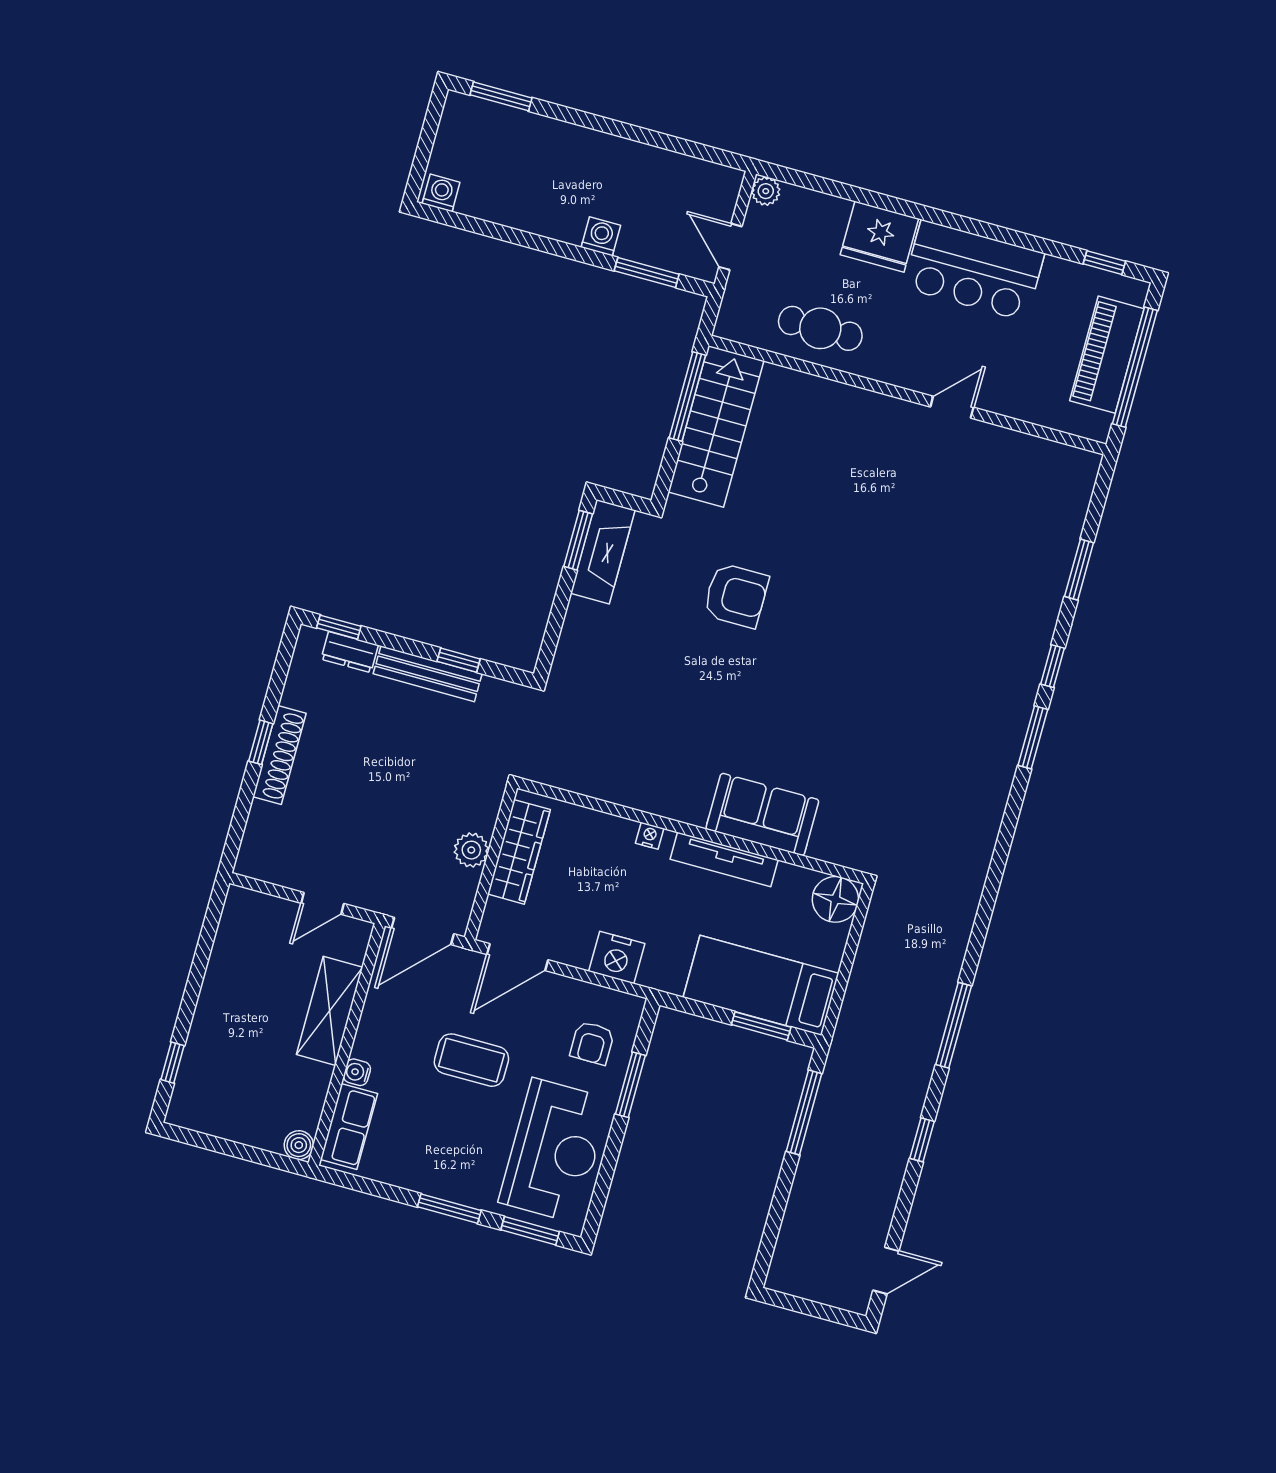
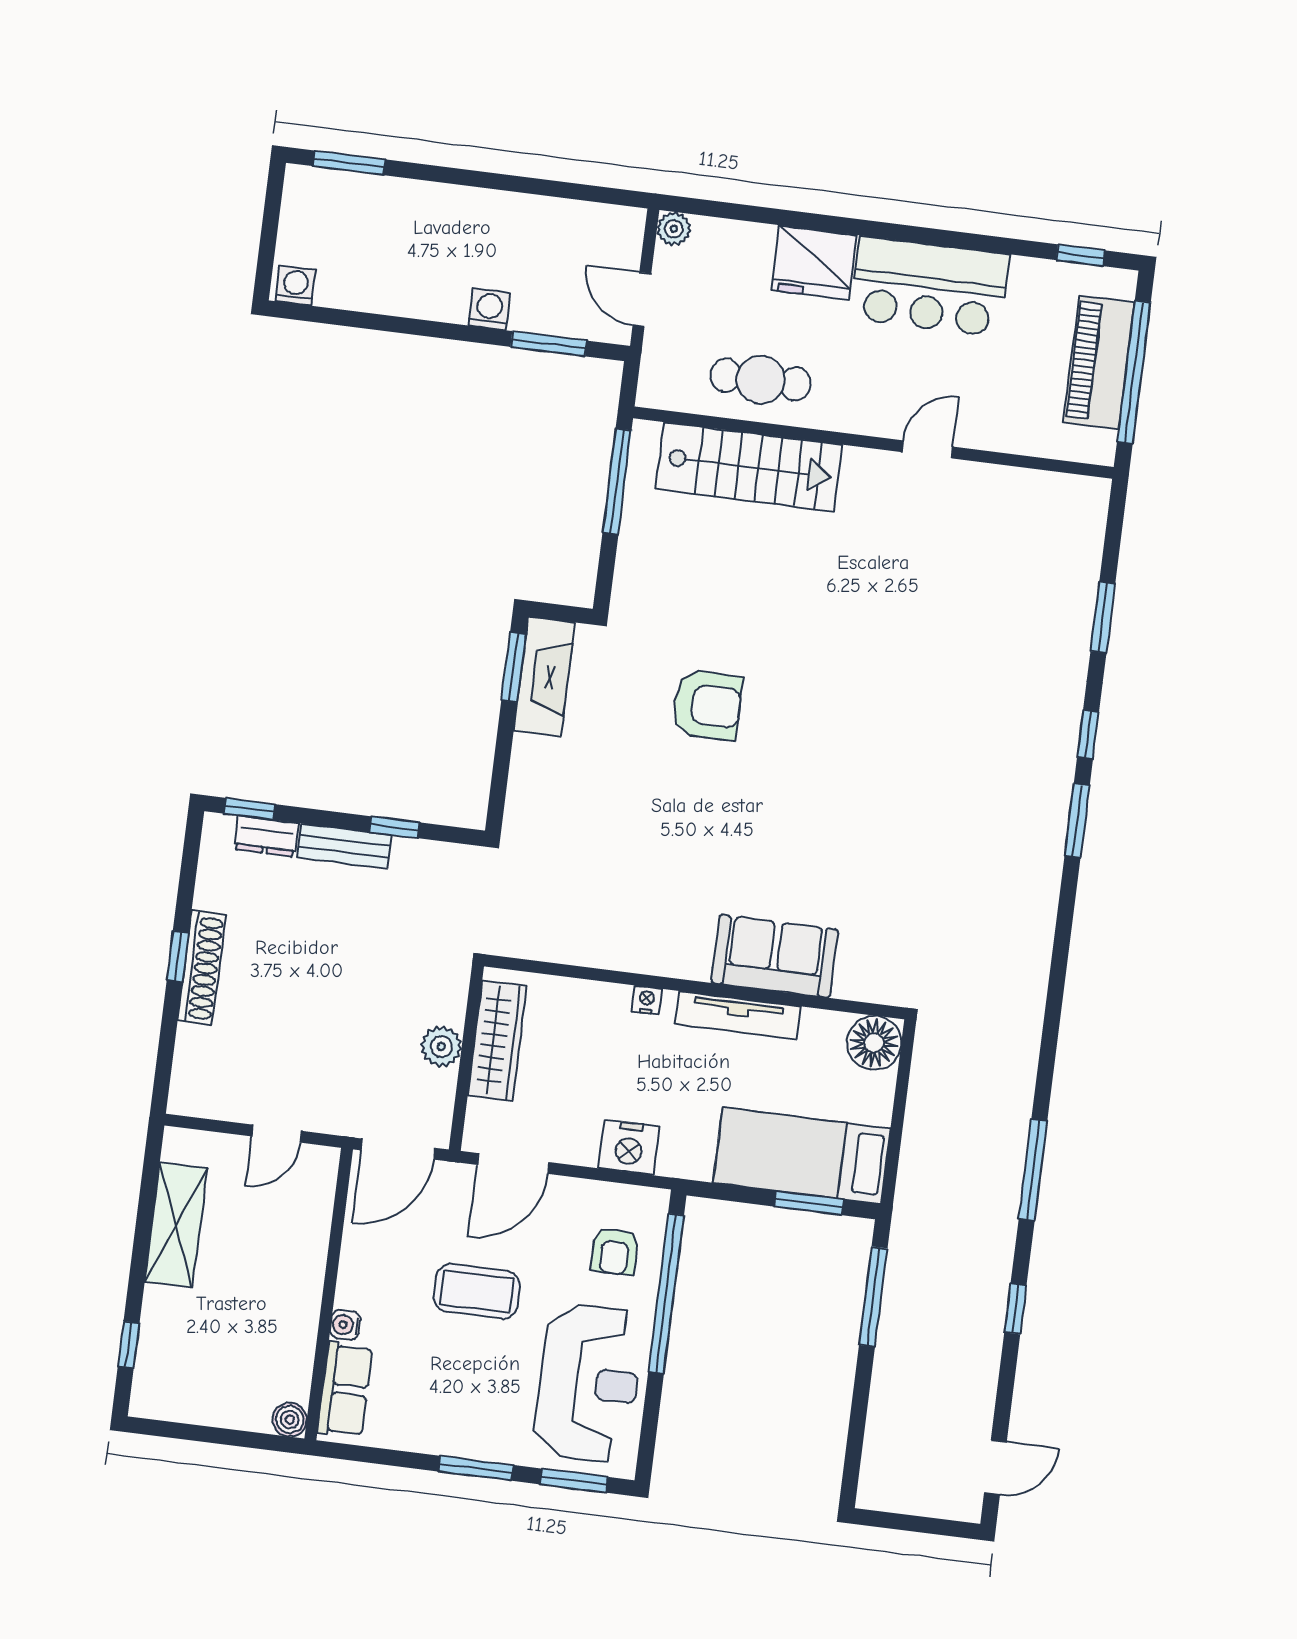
stairs: (716, 426) -> (749, 467), moved, turned 90
bench: (428, 674) -> (344, 846), width x0.73
shelving: (330, 1011) -> (176, 1225), moved
window: (630, 1085) -> (666, 1293), width x2.11

